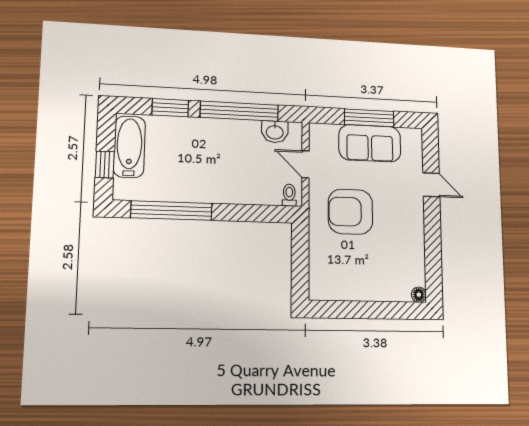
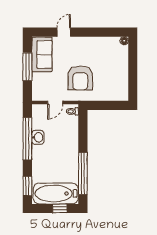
window: (170, 108) -> (27, 186), moved
washbasin: (275, 132) -> (38, 137), moved
sofa: (370, 143) -> (42, 55), moved
bathtub: (129, 147) -> (56, 193), width x1.36, depth x1.36

